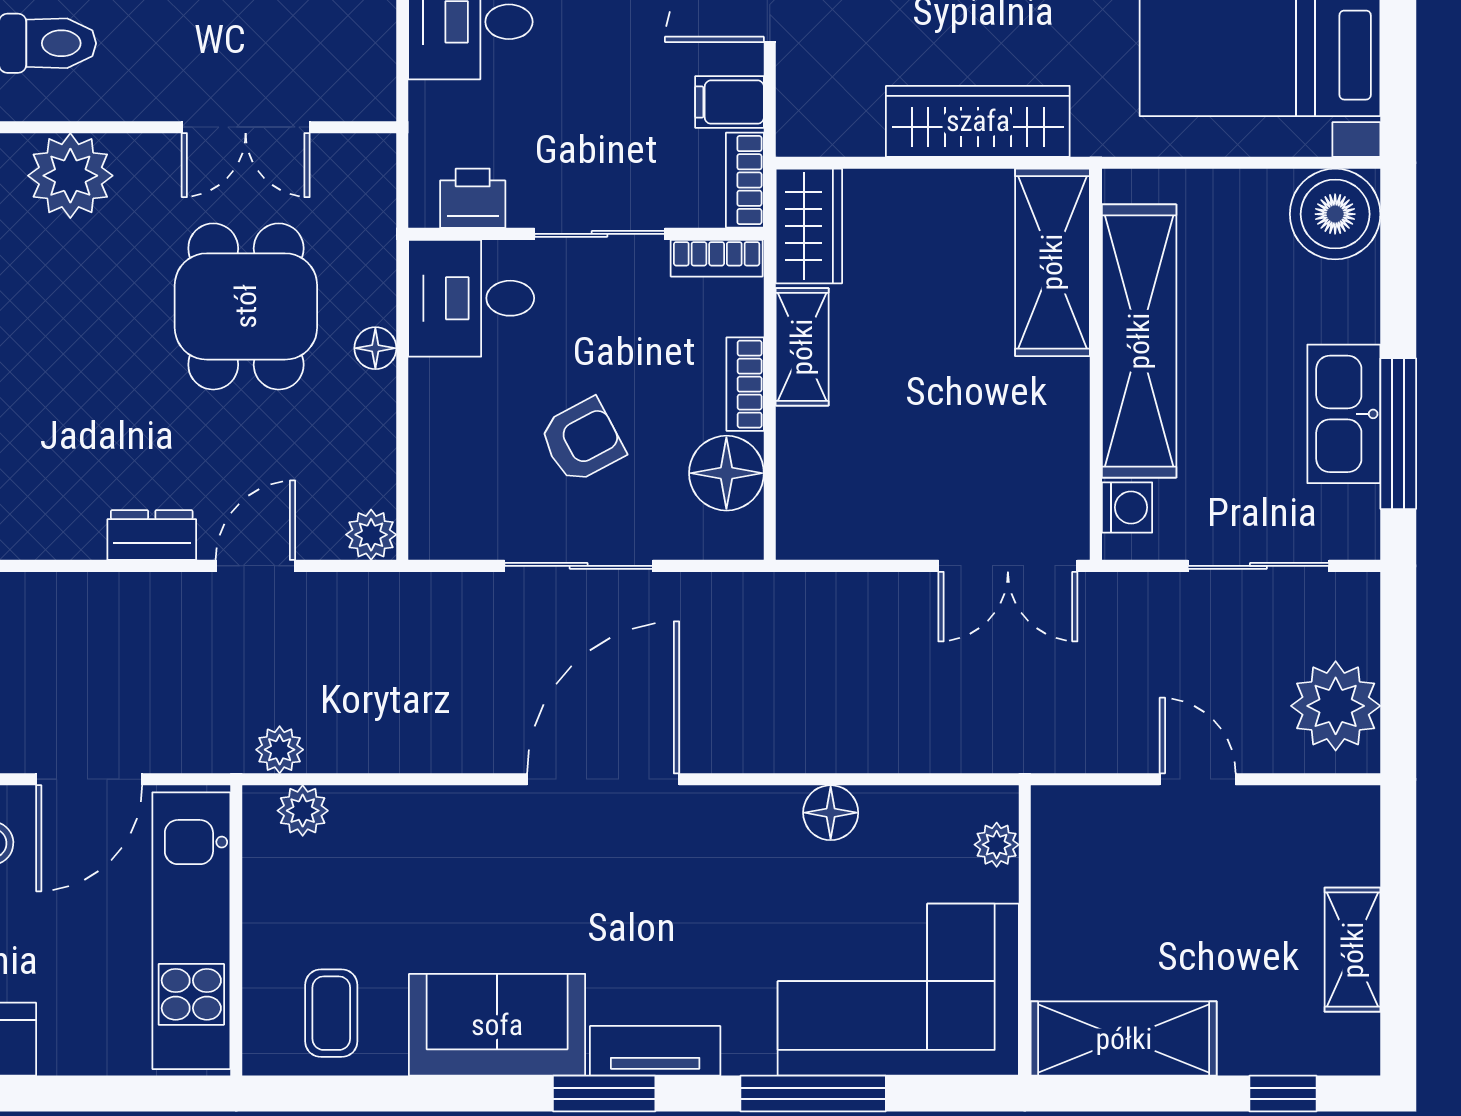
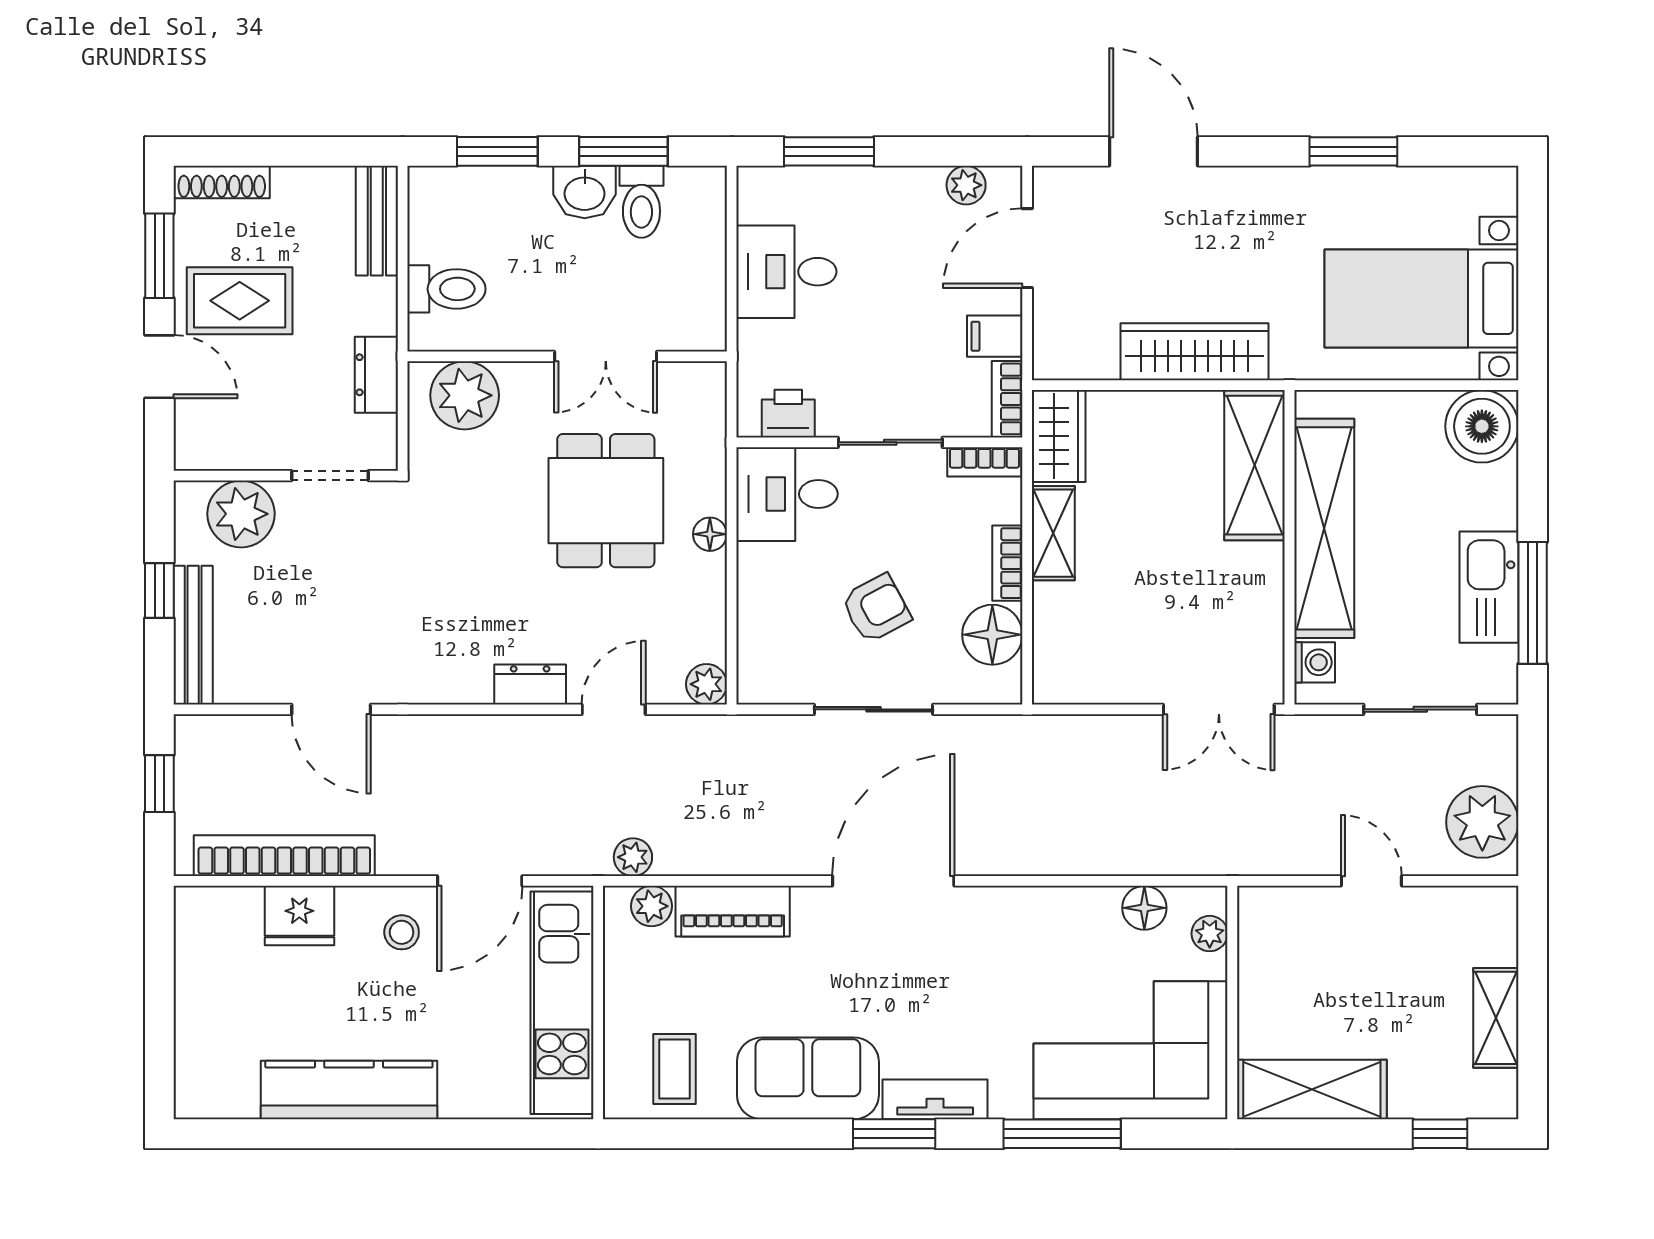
floor lamp: (831, 813) -> (1144, 908), moved
piano: (404, 817) -> (733, 911), added

